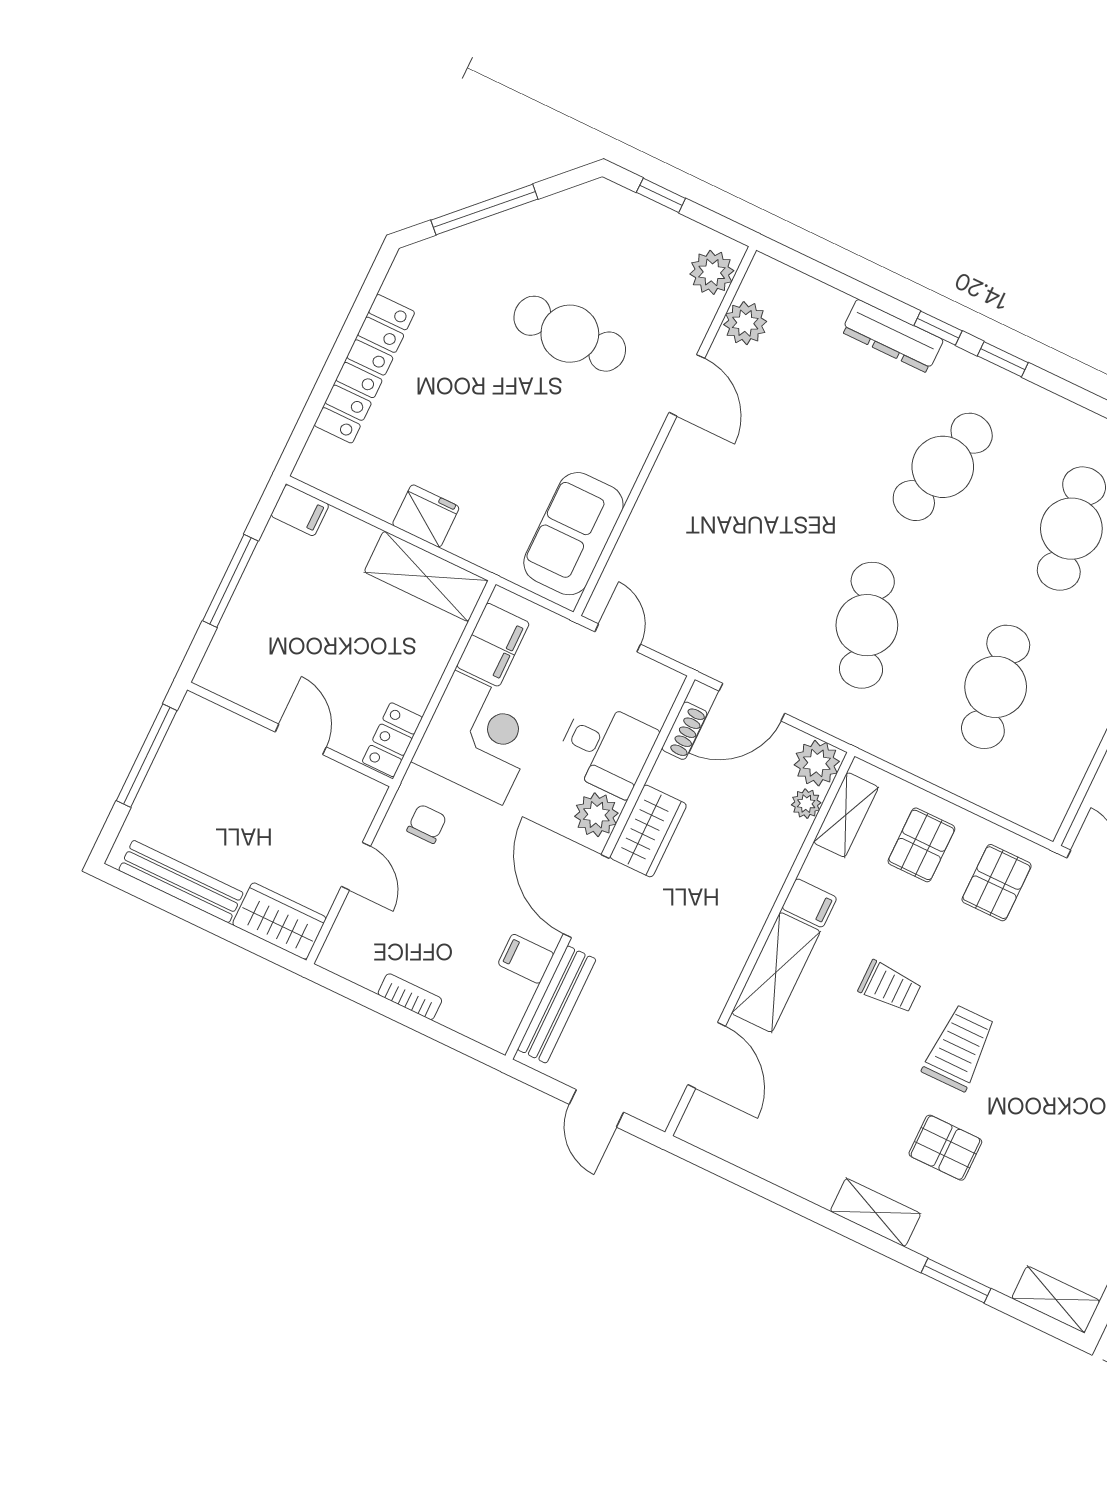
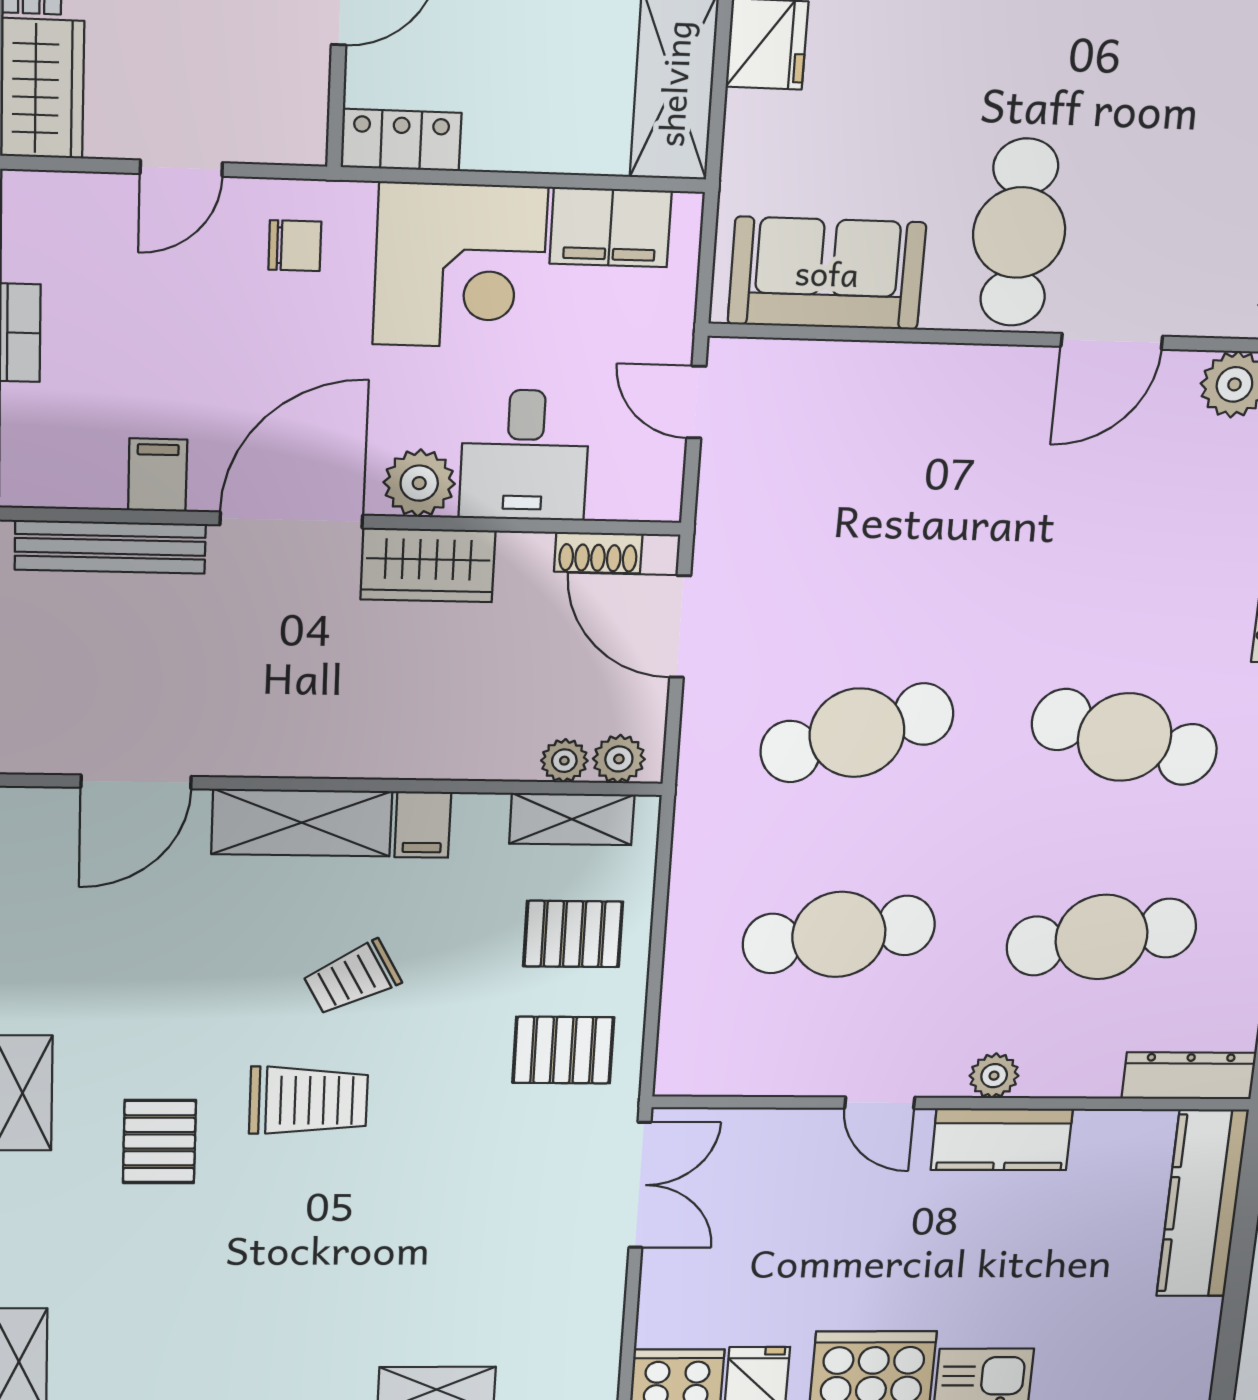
cafe table: (570, 334) -> (1019, 233), moved
door: (618, 638) -> (696, 402), swing flipped
plant: (817, 763) -> (619, 759), width x0.73, depth x0.73
trolley: (890, 987) -> (352, 978), turned 62

